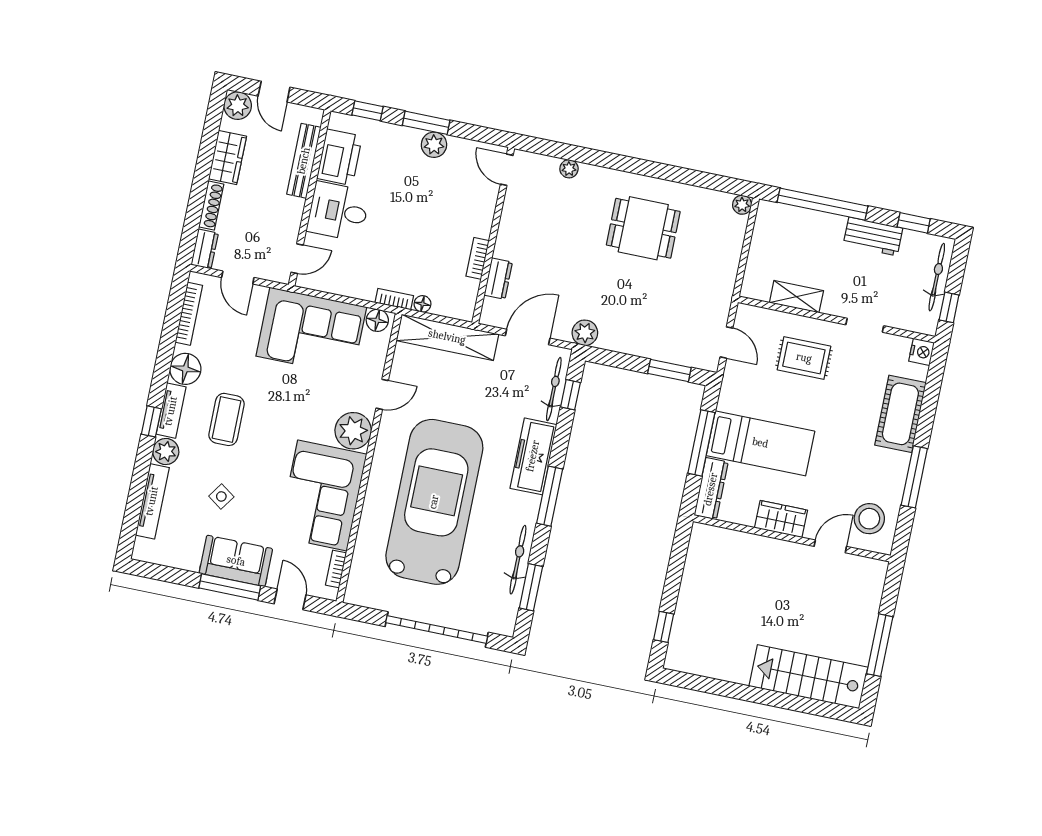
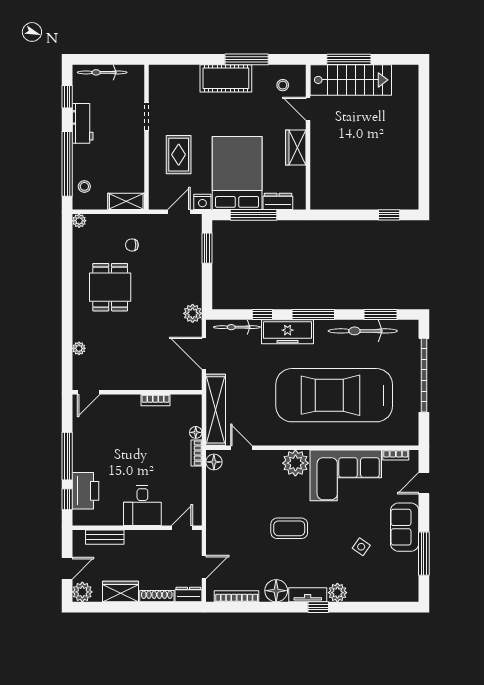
window: (426, 123) -> (67, 456), width x1.44
plant: (434, 145) -> (81, 447), removed
printer: (339, 157) -> (85, 491), moved, turned 90
bench: (304, 161) -> (105, 537), width x0.73
stool: (787, 221) -> (84, 186), added
door: (297, 259) -> (182, 528), hinge flipped
chair: (695, 270) -> (132, 245), added
dresser: (498, 279) -> (167, 382), removed
shelving: (796, 297) -> (126, 201), moved, turned 90
window: (949, 307) -> (122, 59), removed
corner sofa: (311, 332) -> (231, 507), removed
nightstand: (922, 352) -> (202, 202), moved, turned 180
door: (382, 394) -> (241, 448), moved
window: (570, 395) -> (262, 315), moved
cot: (900, 414) -> (226, 78), moved
coffee table: (227, 419) -> (289, 528), moved
bed: (760, 443) -> (237, 173), width x1.50
dresser: (711, 489) -> (278, 201), width x0.70
tv unit: (152, 501) -> (375, 595), removed
stool: (869, 519) -> (283, 85), width x0.53, depth x0.53
bicycle: (518, 560) -> (363, 331), width x1.37, depth x1.40
window: (230, 587) -> (424, 554), moved
window: (880, 645) -> (349, 59), moved
stairs: (808, 677) -> (351, 80), moved, turned -90

